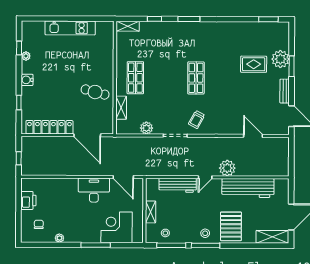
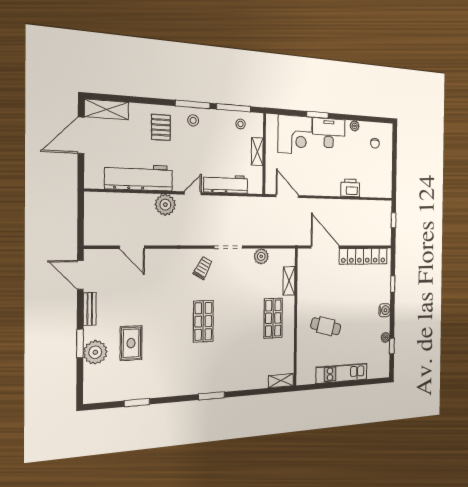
window: (155, 19) -> (251, 392), removed
window: (268, 19) -> (137, 403), moved
rug: (254, 64) -> (131, 343), turned 90
cafe table: (95, 92) -> (326, 326), moved
desk: (94, 190) -> (329, 133), moved, turned 180
printer: (28, 200) -> (350, 188), moved, turned 90
pallet: (231, 226) -> (161, 127), width x0.67, depth x0.71
window: (96, 245) -> (317, 115), width x0.69

